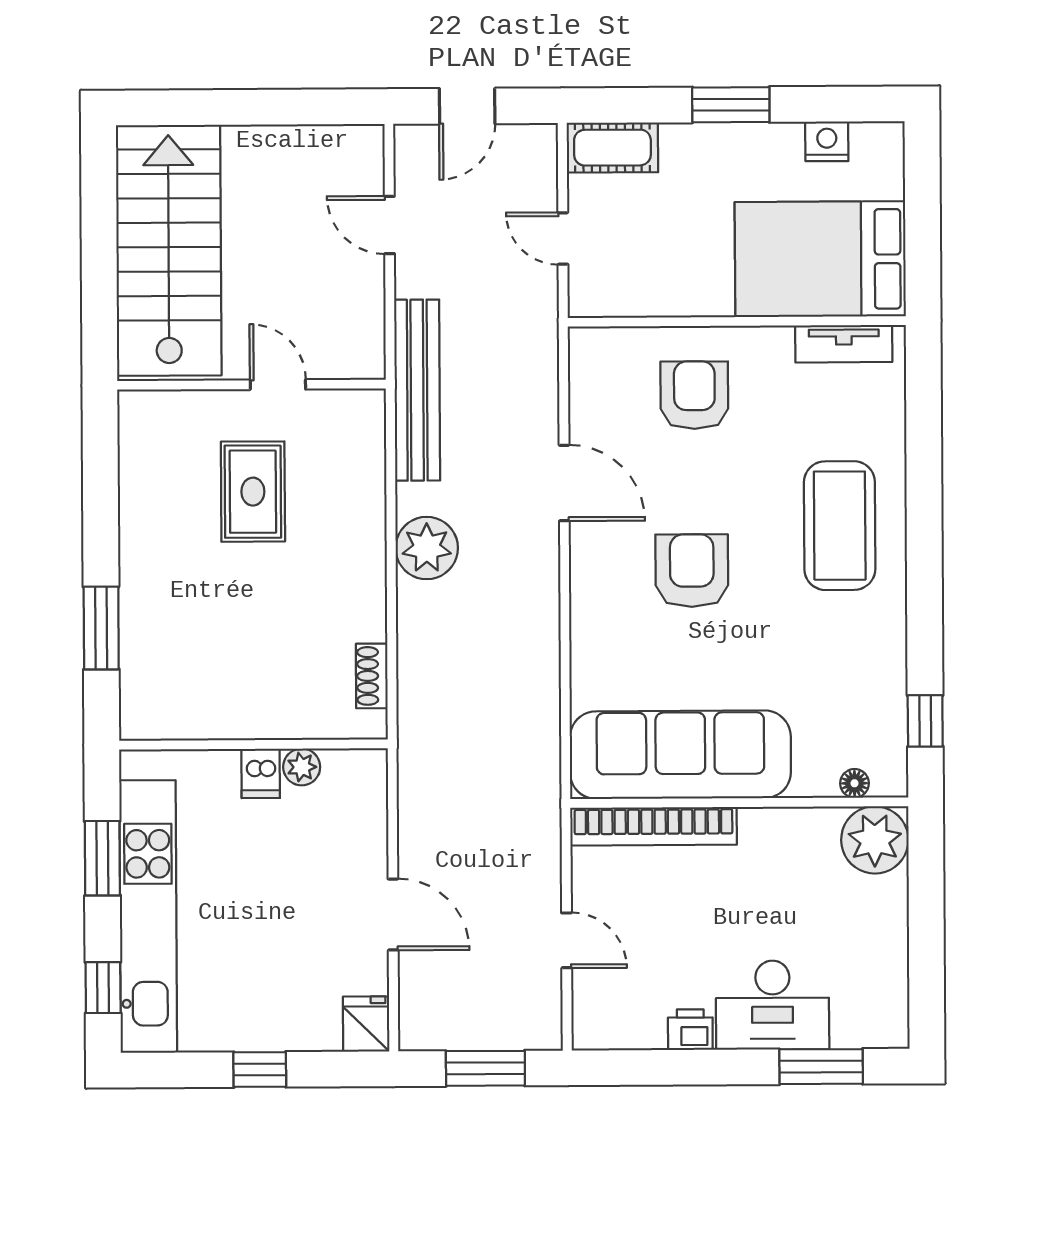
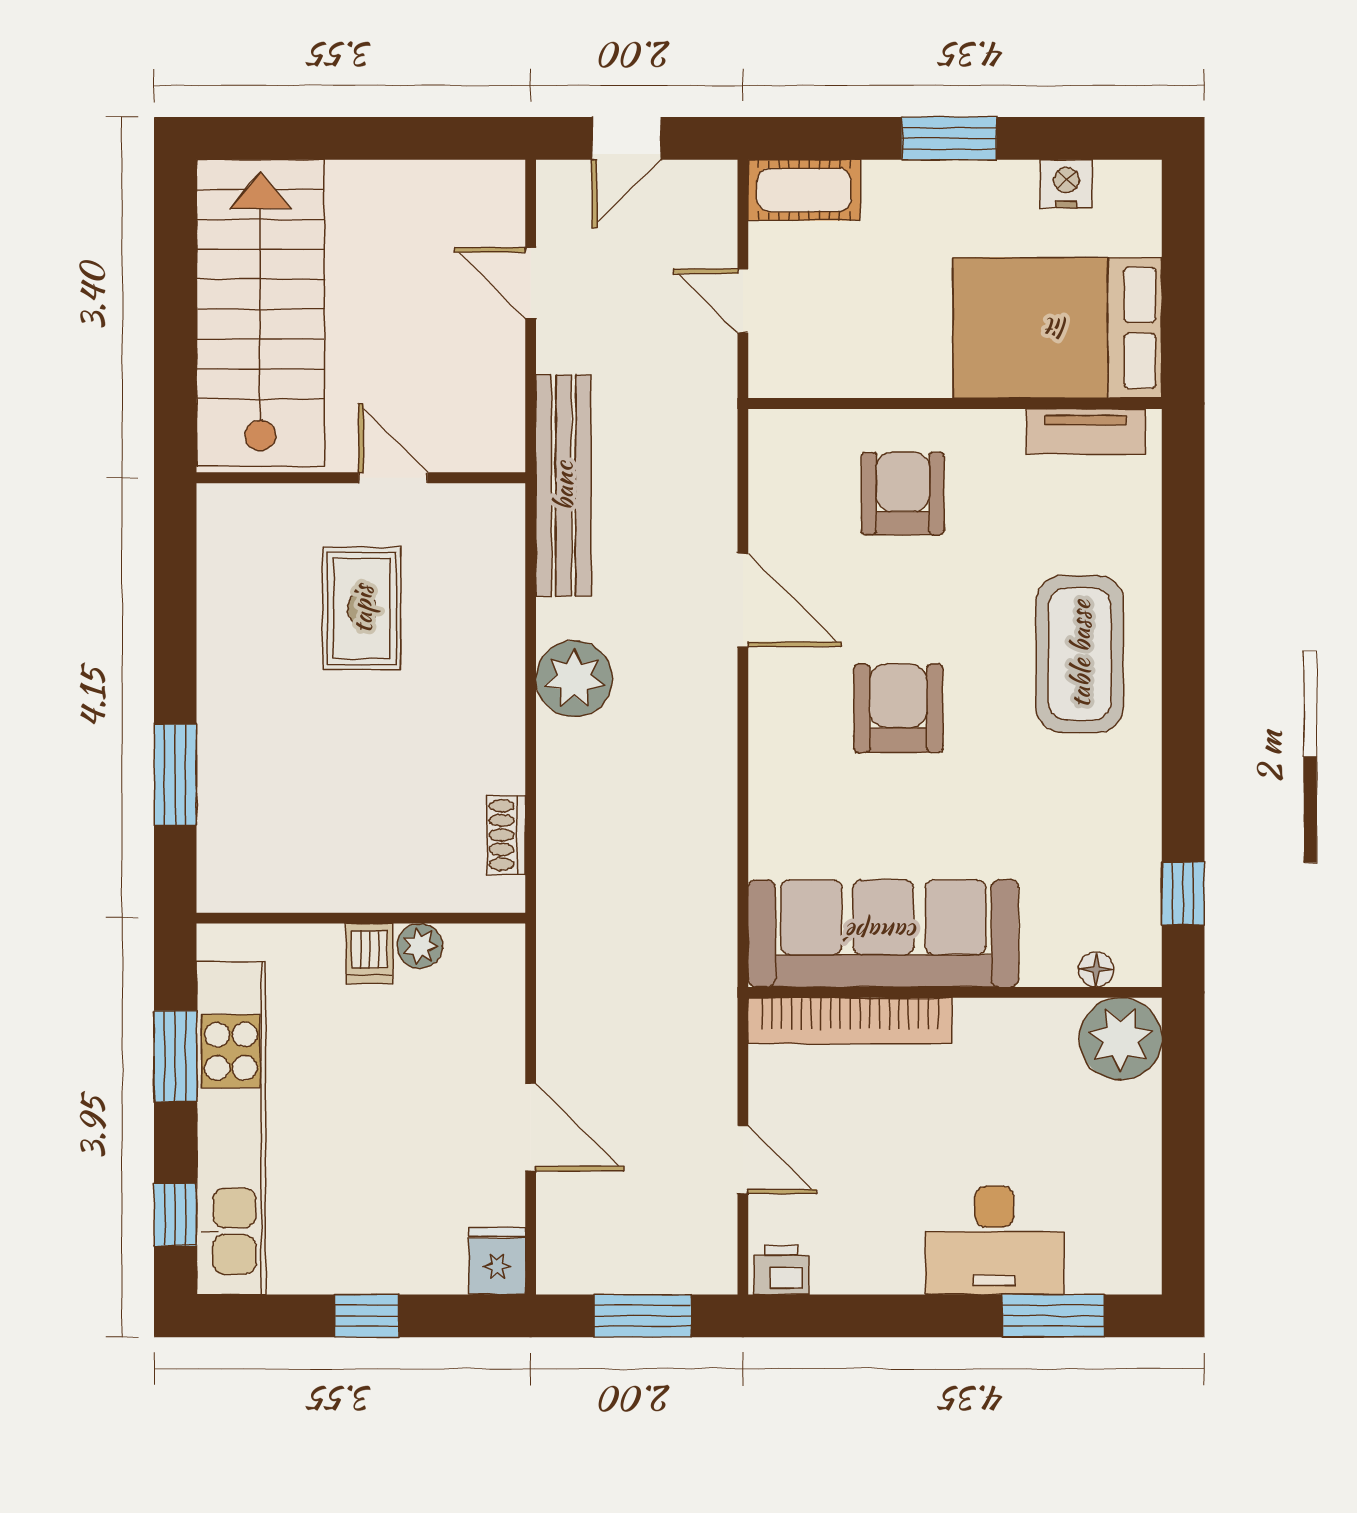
printer: (690, 1030) -> (781, 1270), moved

